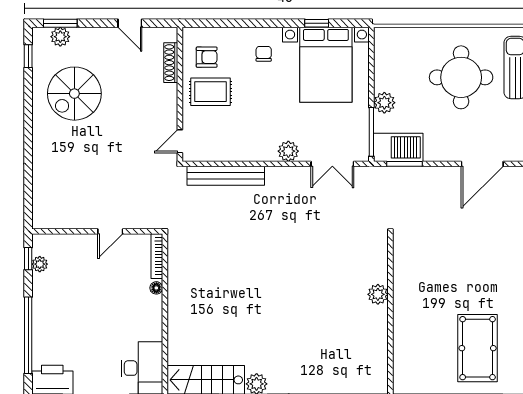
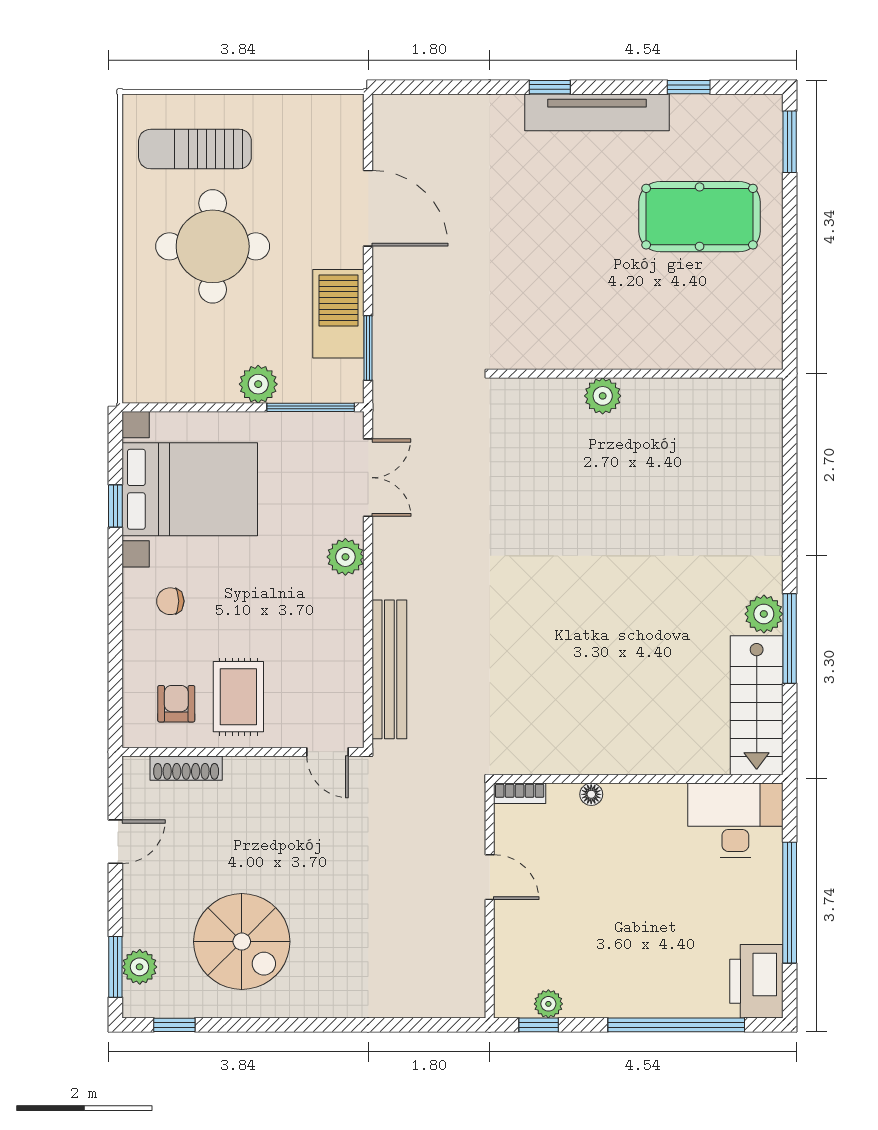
barbecue: (398, 147) -> (338, 314), moved
bookcase: (157, 256) -> (520, 793), width x0.64

